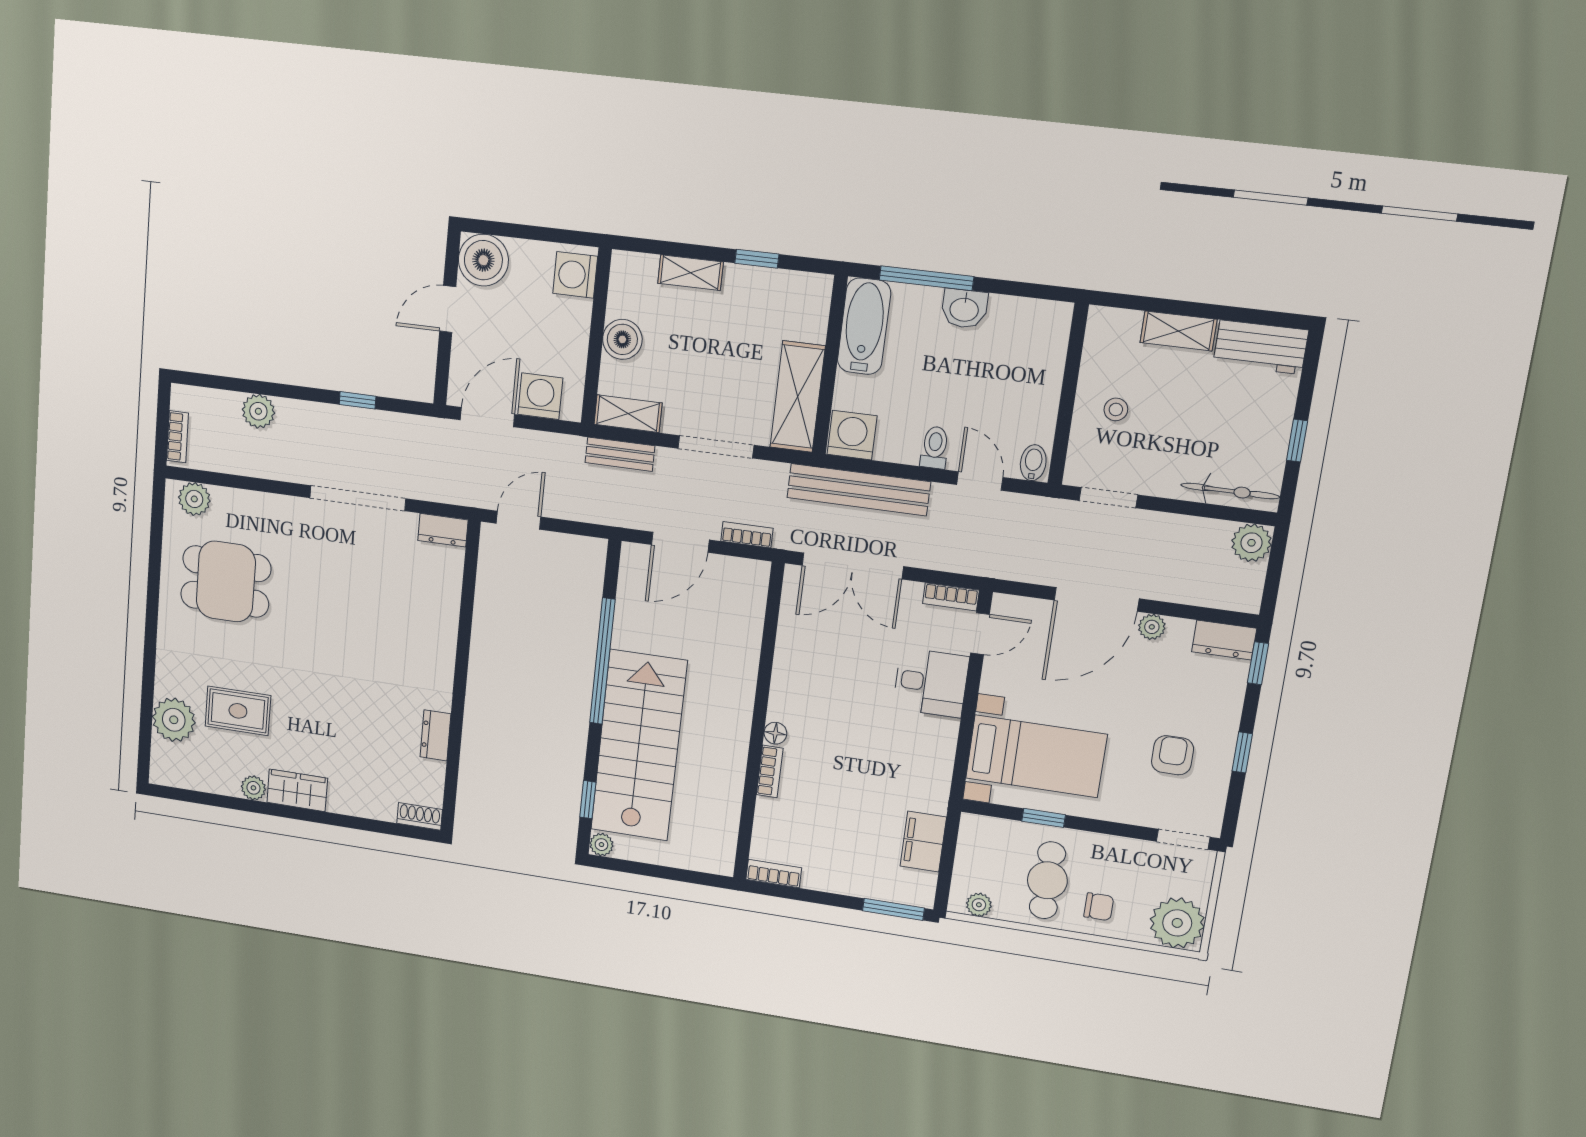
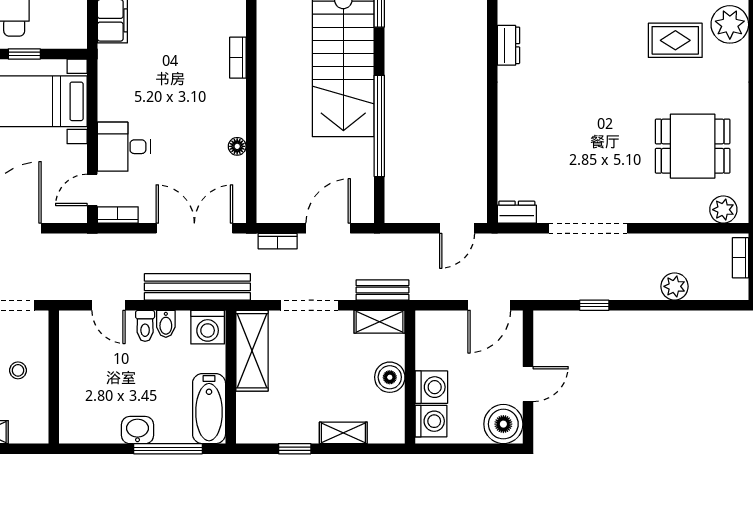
washing machine: (540, 396) -> (431, 387), moved, turned -90
bidet: (1033, 463) -> (166, 324), moved
floor lamp: (775, 733) -> (237, 146), moved

